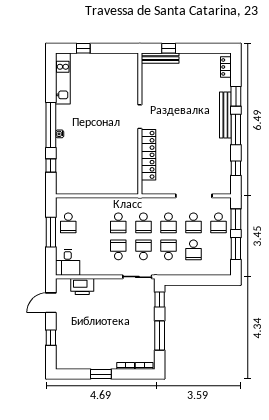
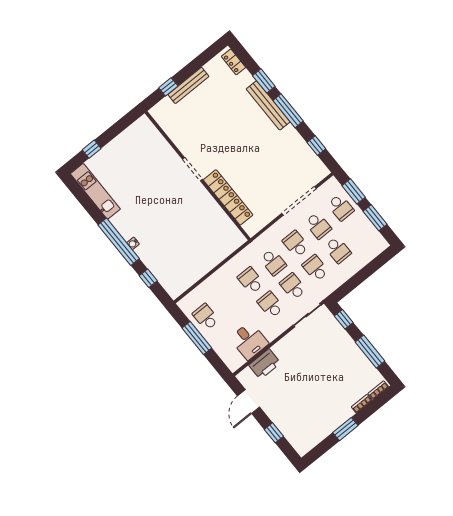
bench: (160, 58) -> (188, 85), moved
school desk: (68, 223) -> (206, 317), turned 180
school desk: (118, 223) -> (251, 280), turned 180
school desk: (168, 223) -> (296, 244), turned 180
desk: (68, 262) -> (249, 341), moved

